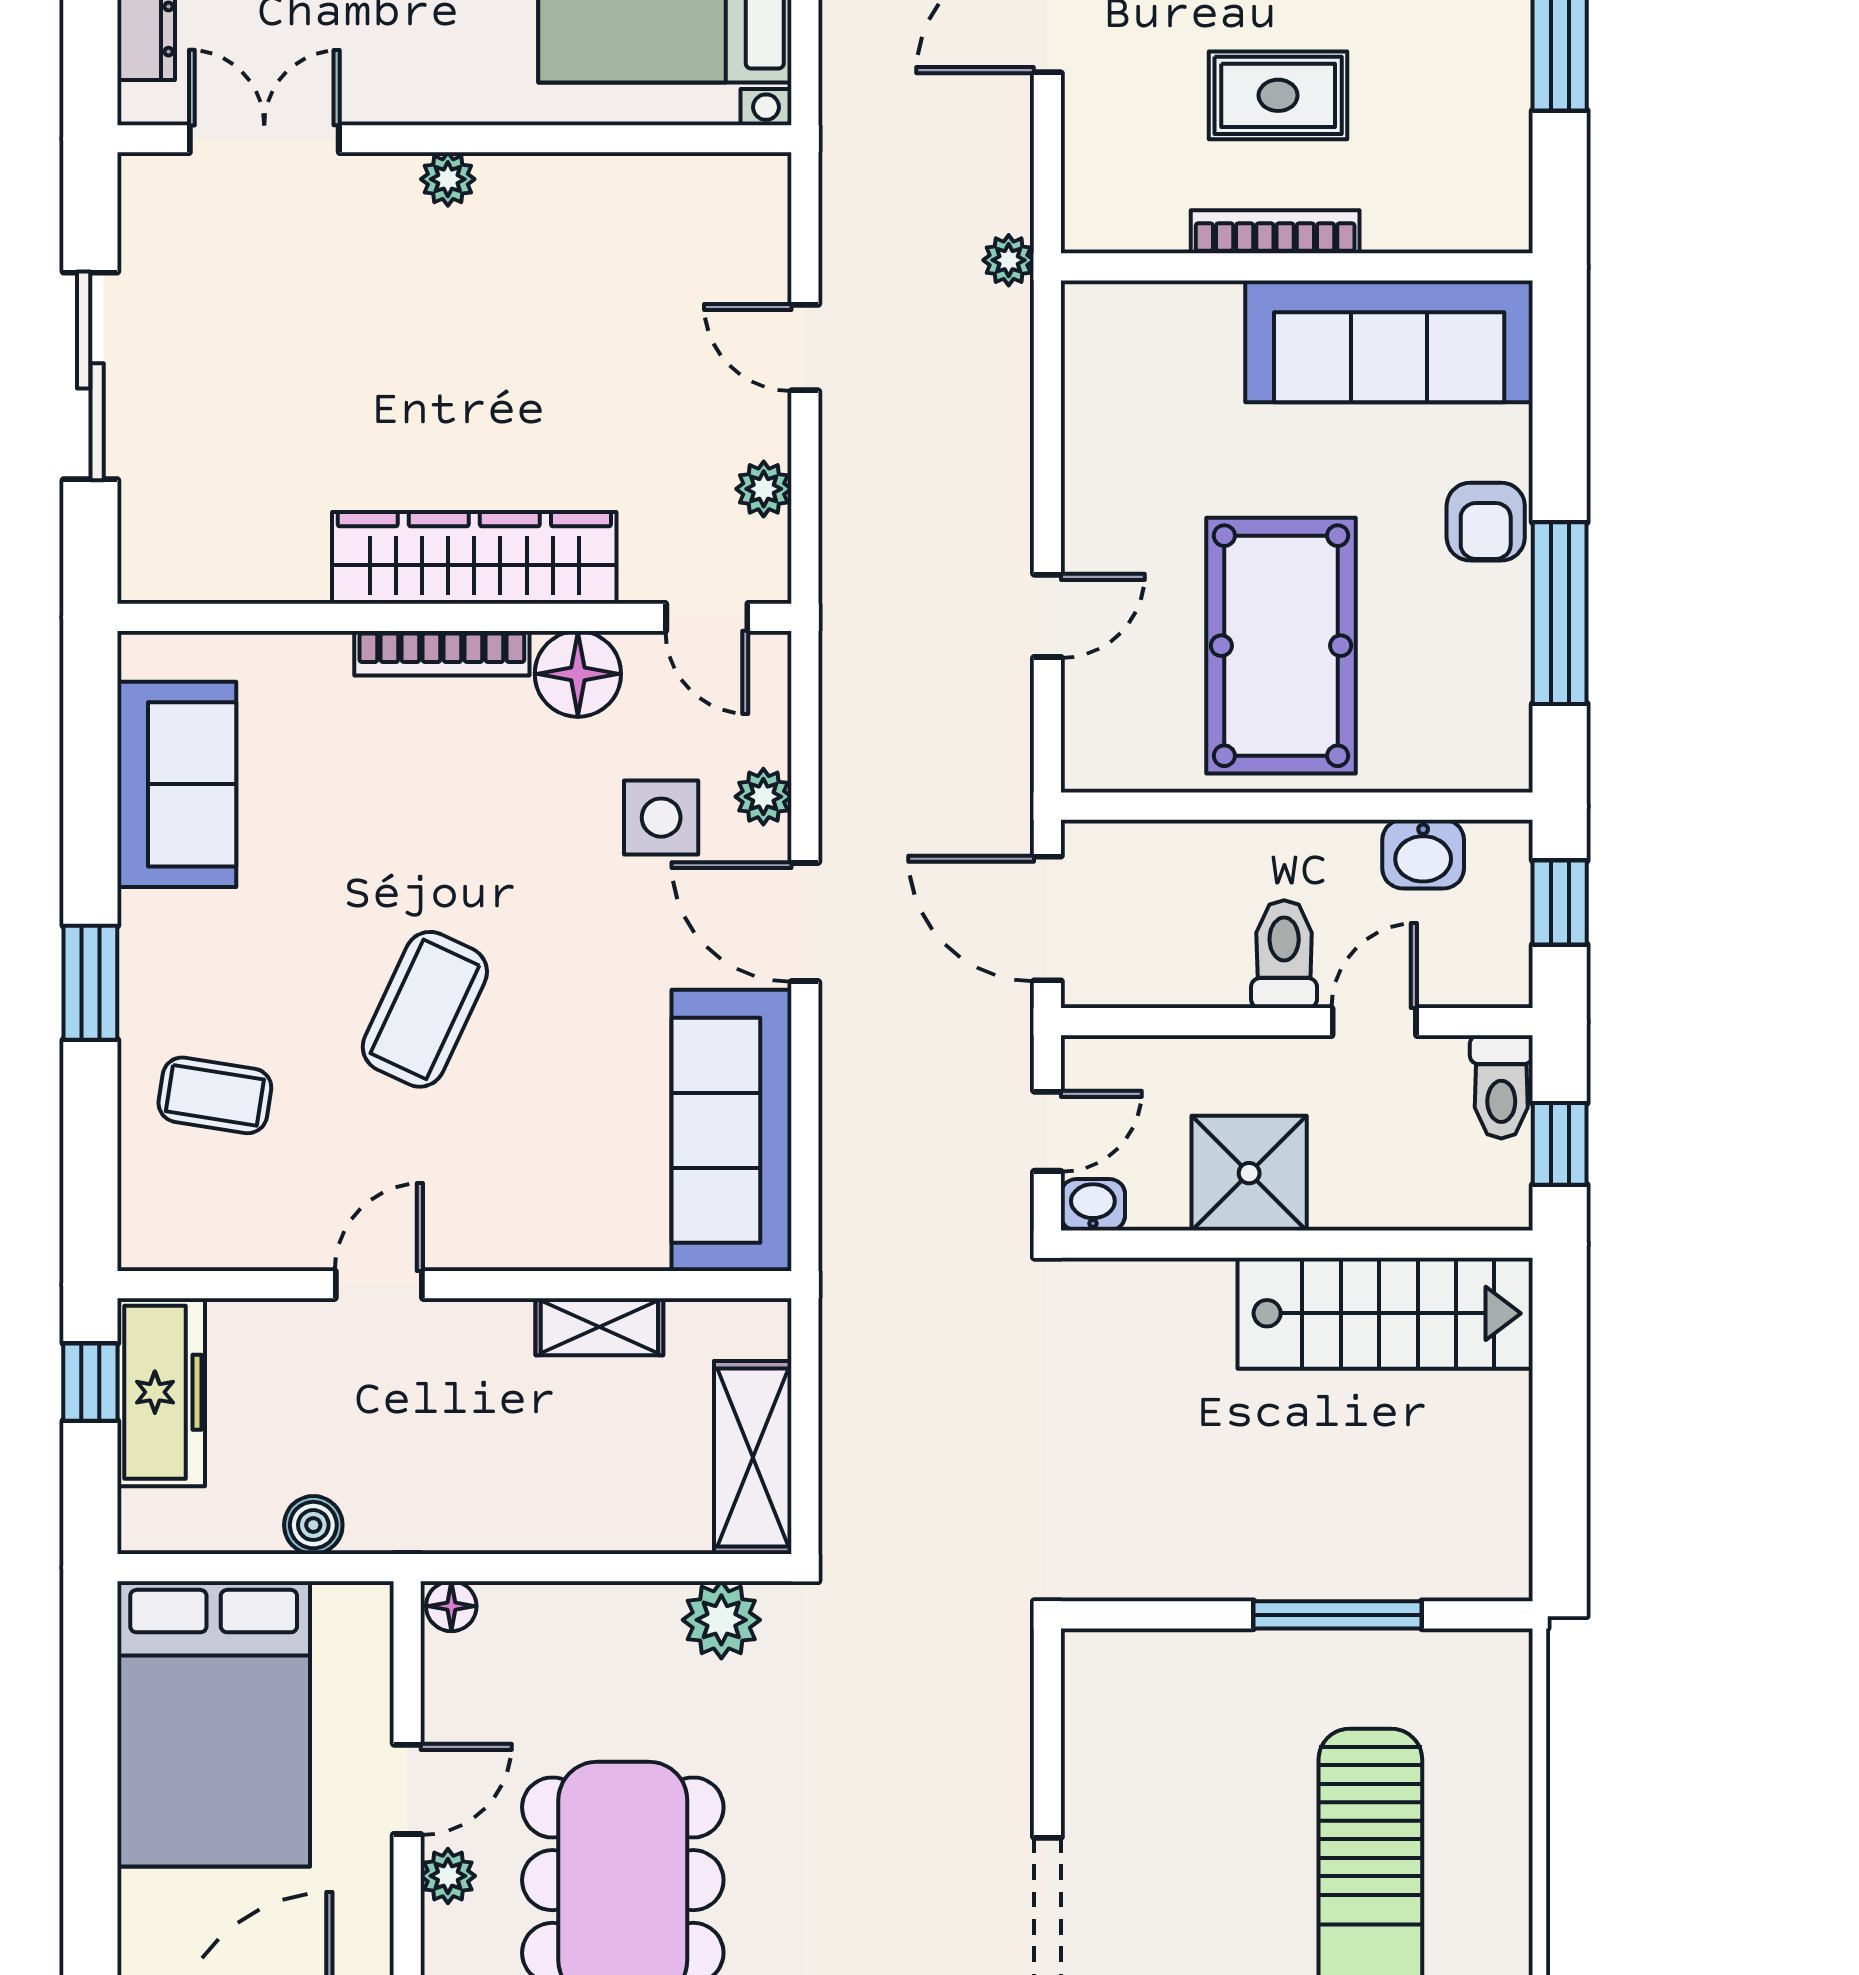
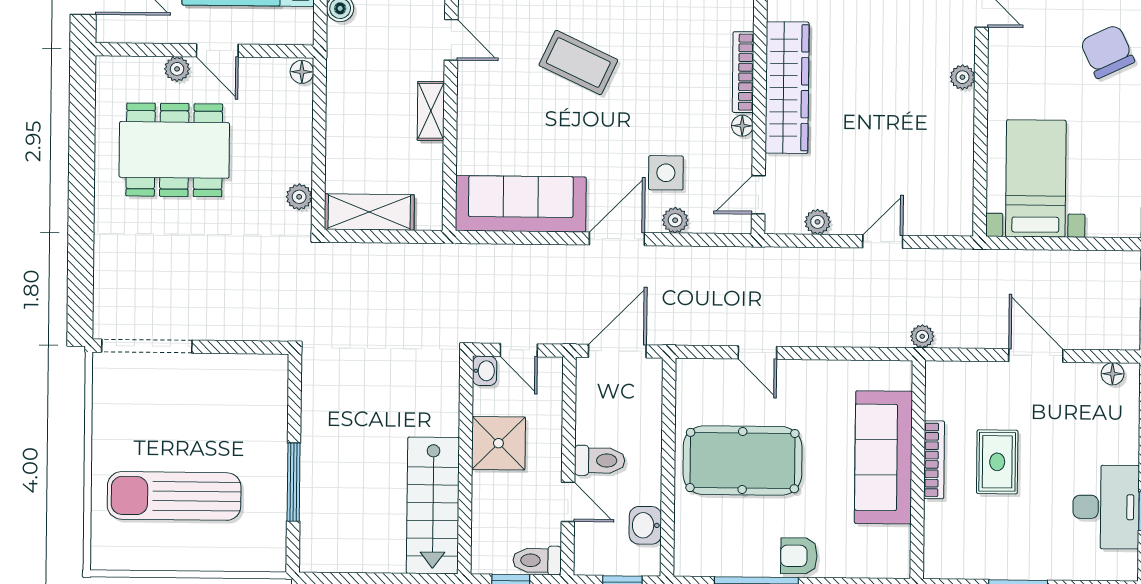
sofa: (1389, 341) -> (883, 457), moved
floor lamp: (578, 674) -> (742, 126), width x0.53, depth x0.53
shelving: (599, 1327) -> (431, 111), moved
plant: (721, 1620) -> (299, 197), width x0.73, depth x0.73

